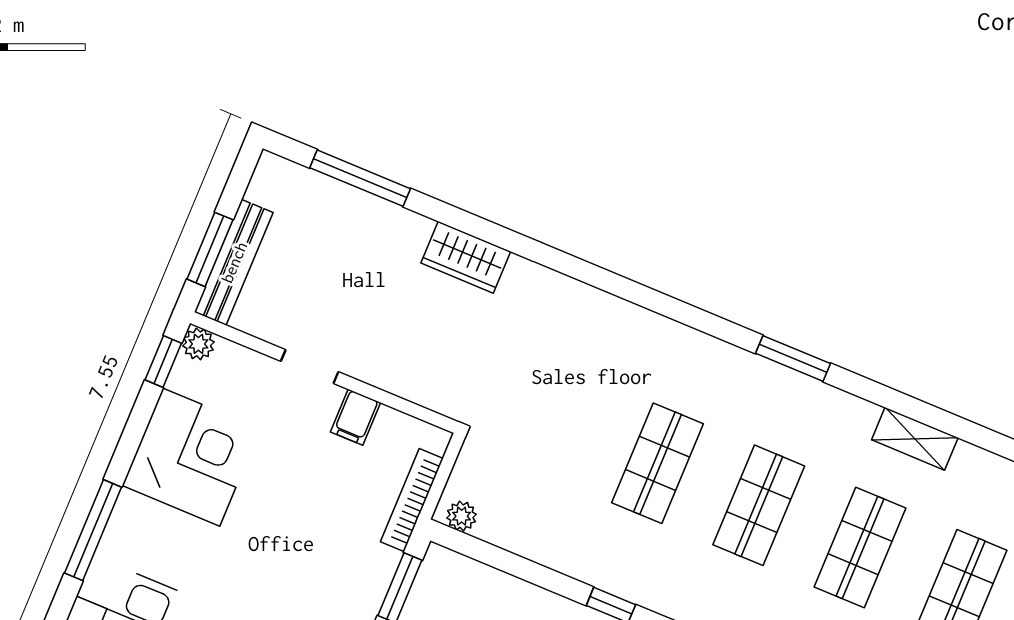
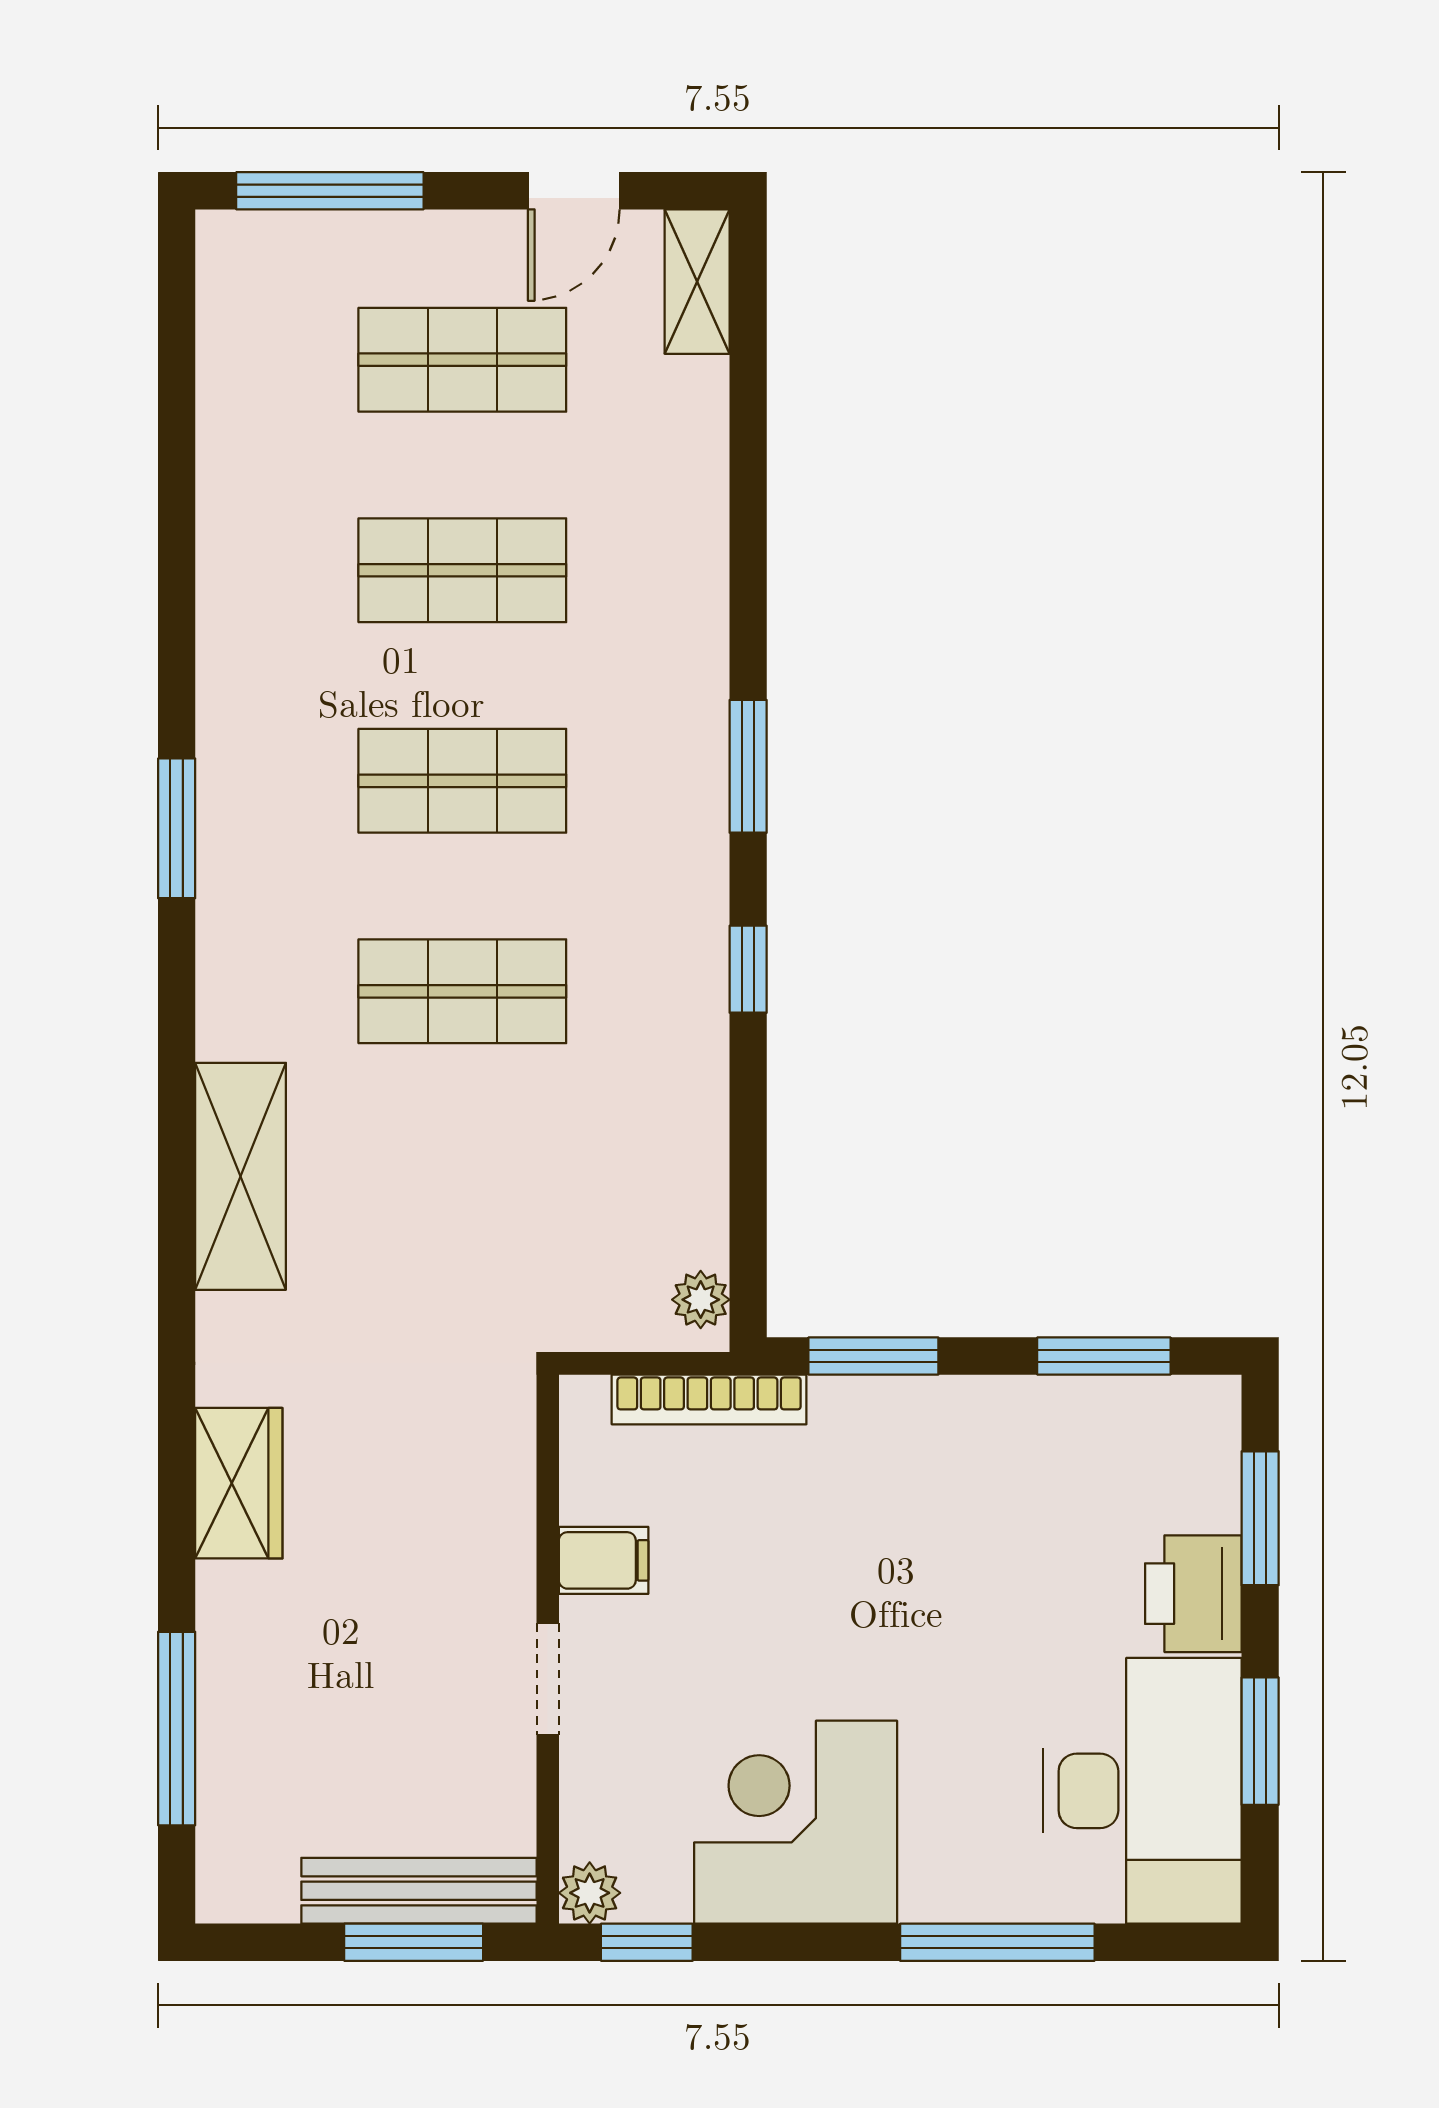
shelving: (915, 439) -> (241, 1176), moved, width x1.50, depth x1.33

